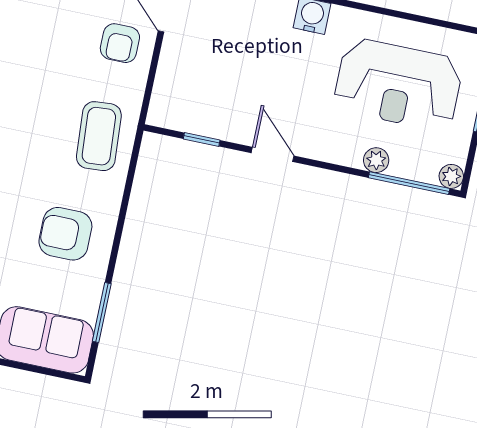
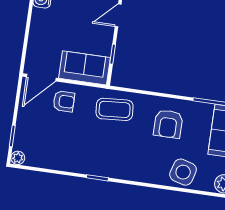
sofa: (179, 86) -> (85, 68), added

